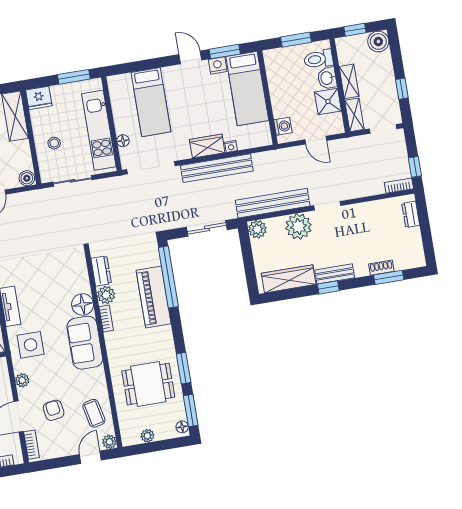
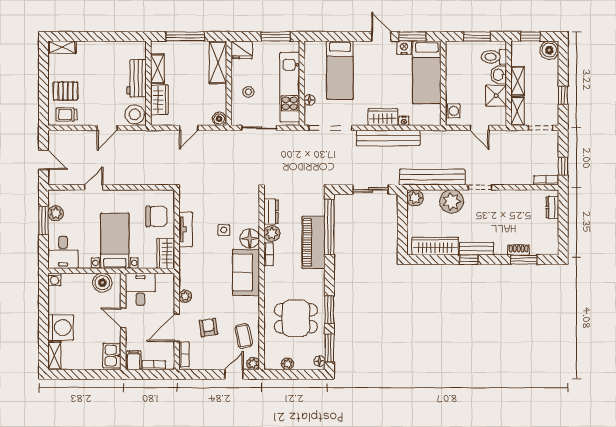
side table: (31, 345) -> (224, 230), moved, width x0.54, depth x0.54

